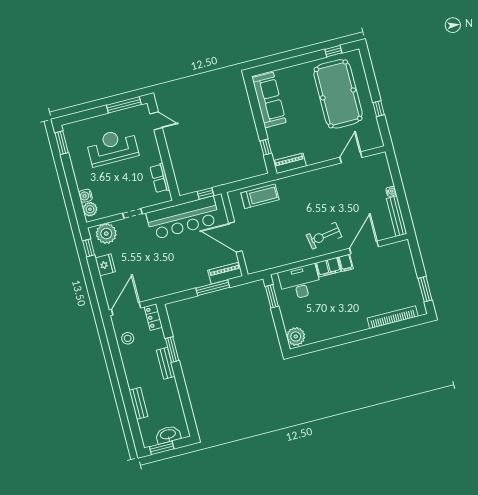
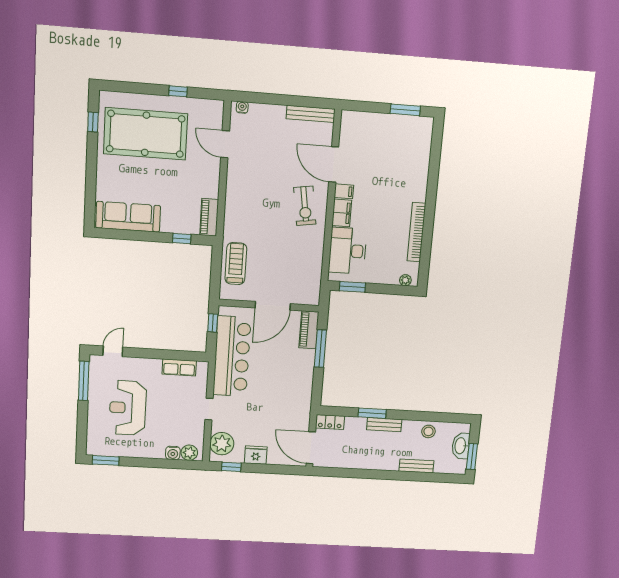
water cooler: (391, 191) -> (242, 107), moved
bookcase: (393, 317) -> (416, 232), moved
plant: (296, 336) -> (405, 280), width x0.53, depth x0.53
stool: (128, 338) -> (428, 431), moved

